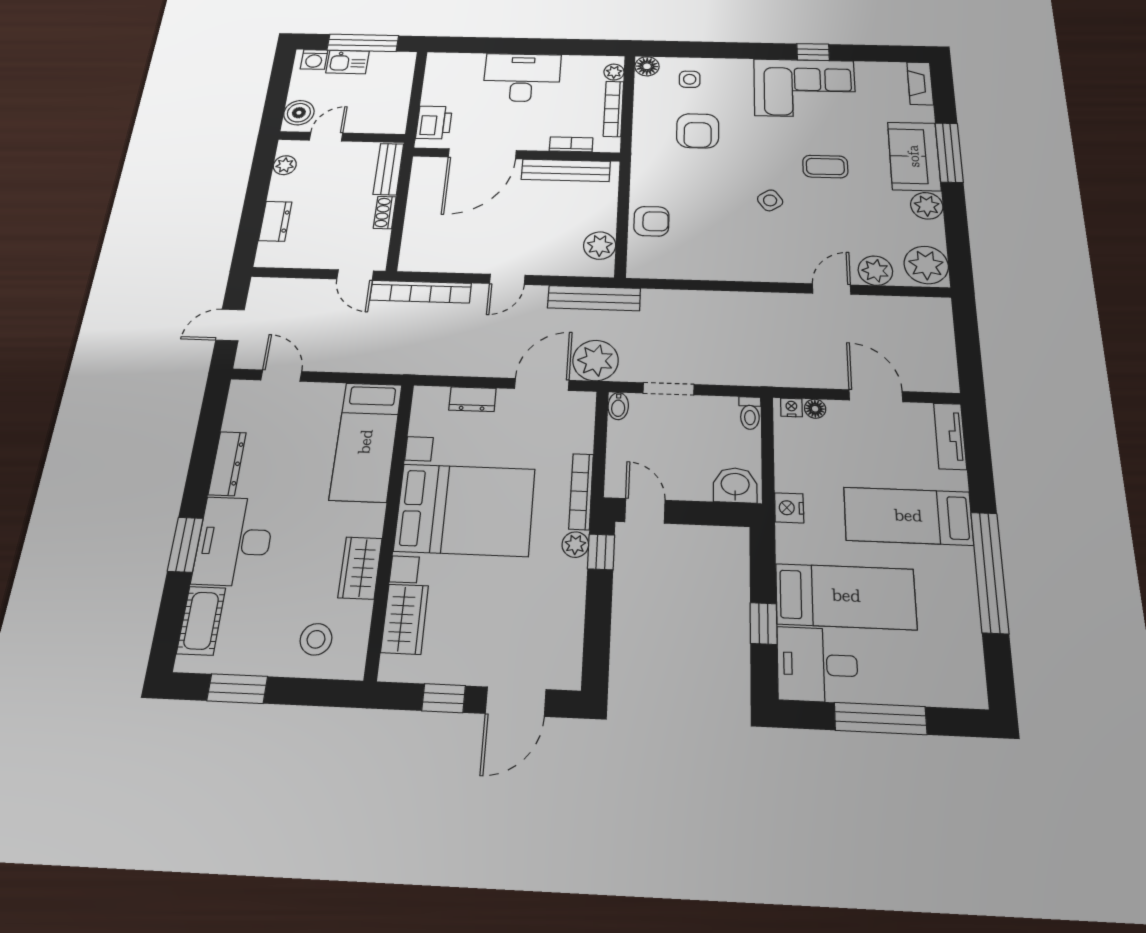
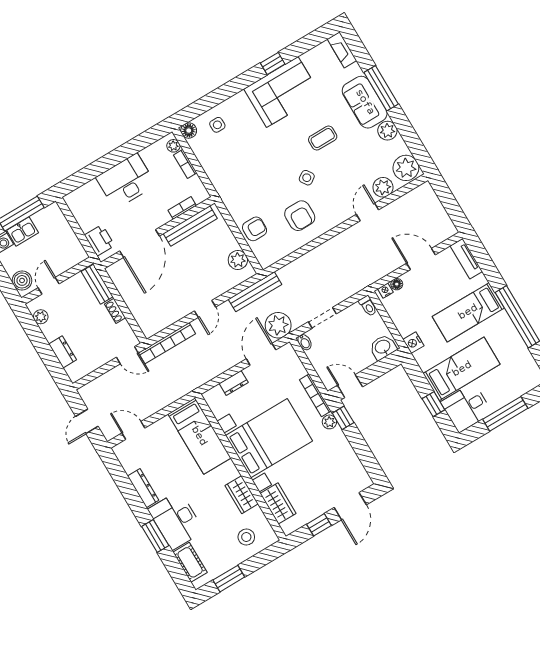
bookcase: (613, 109) -> (185, 164), width x0.64
armchair: (698, 131) -> (300, 216), moved

